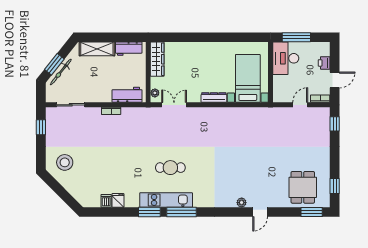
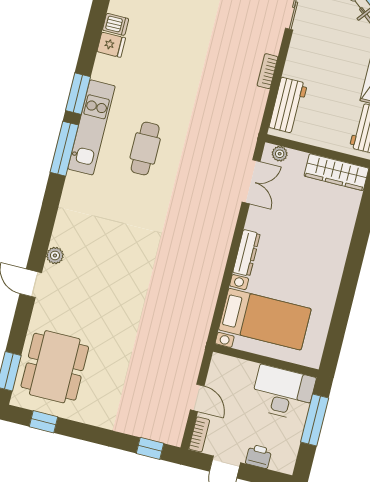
dining table: (303, 187) -> (55, 367), width x1.38

